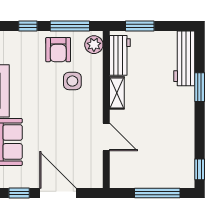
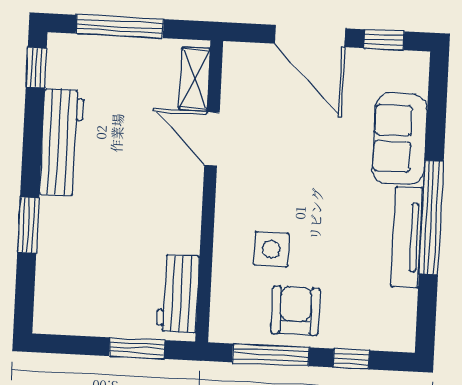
plant: (94, 45) -> (227, 317), removed
workbench: (184, 58) -> (62, 143), moved
shelving: (117, 93) -> (195, 79), moved

